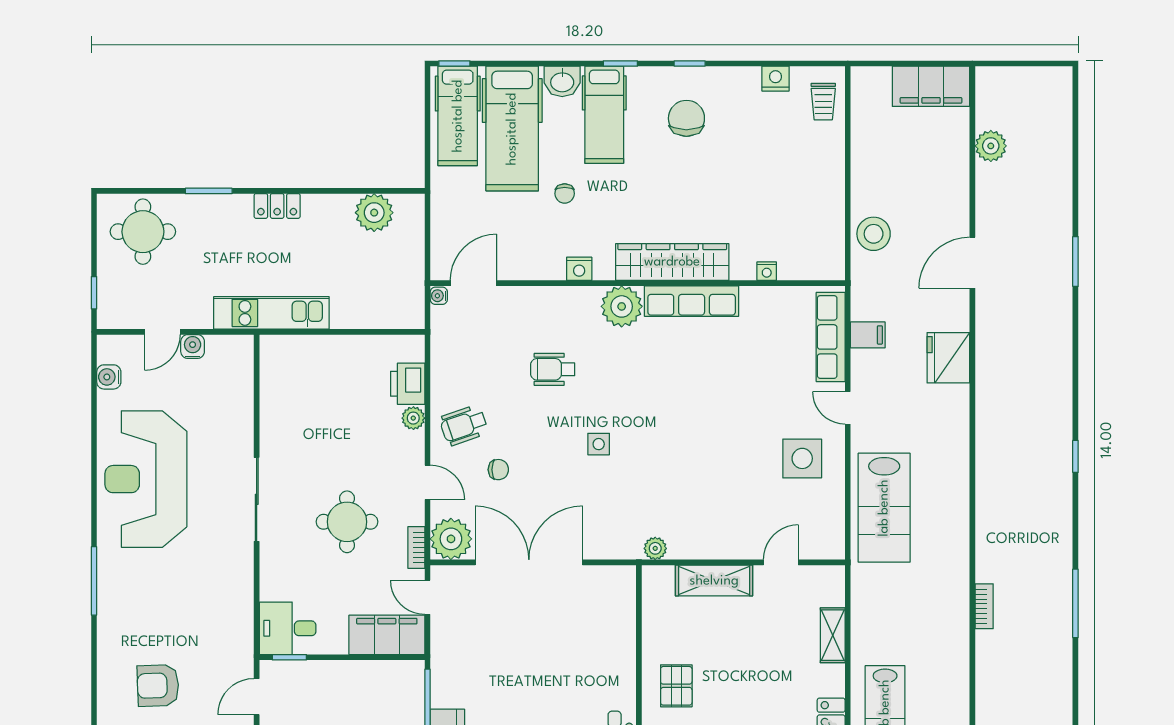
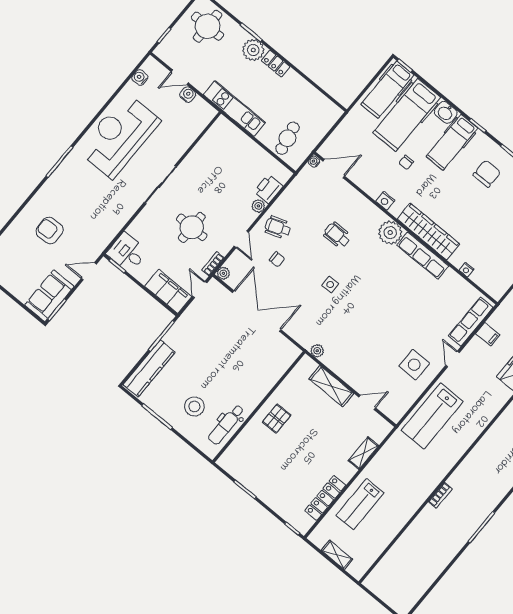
plant: (374, 213) -> (253, 50), moved
cafe table: (377, 294) -> (287, 138), added
plant: (451, 539) -> (223, 273), width x0.53, depth x0.53

